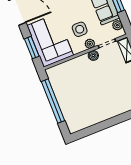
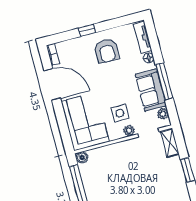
window: (32, 48) -> (63, 127), removed
boiler: (93, 55) -> (82, 157), moved

